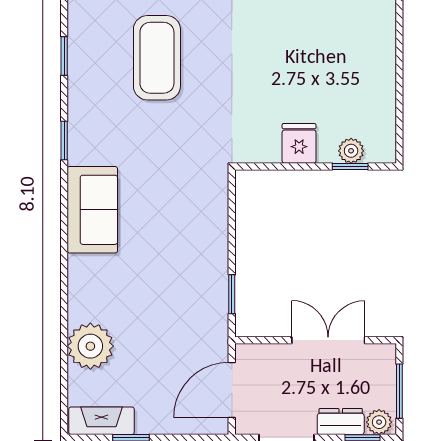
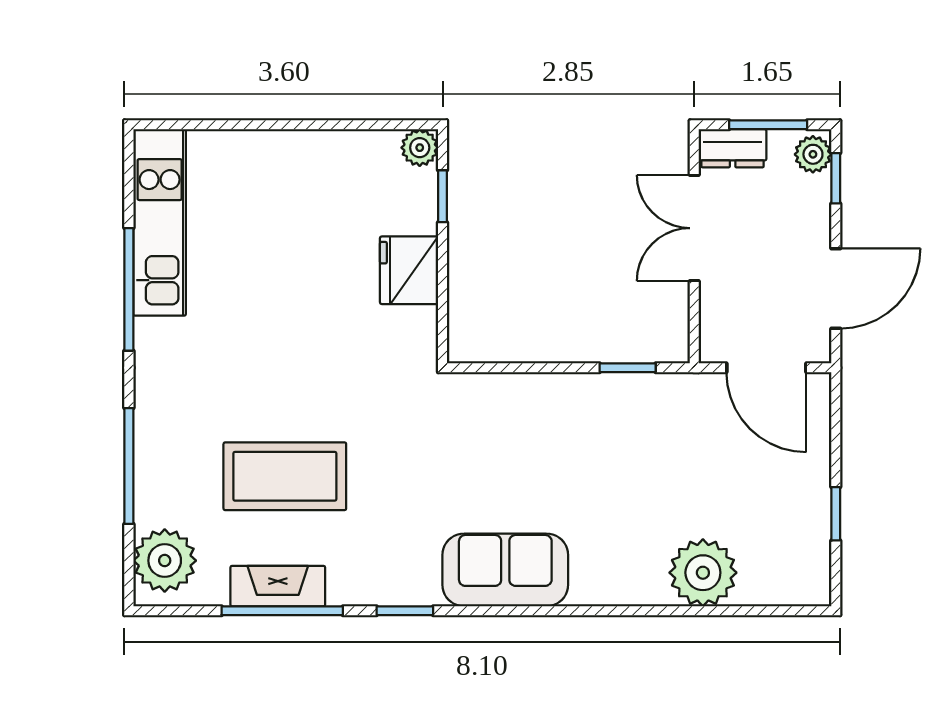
window: (64, 56) -> (282, 611), width x2.17
fridge: (299, 143) -> (409, 270), width x1.38
plant: (351, 151) -> (420, 148), moved
fireplace: (101, 421) -> (278, 586), moved, turned 90
dresser: (341, 422) -> (733, 148), moved, turned -90

